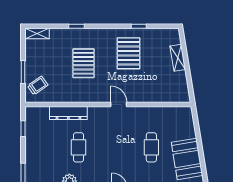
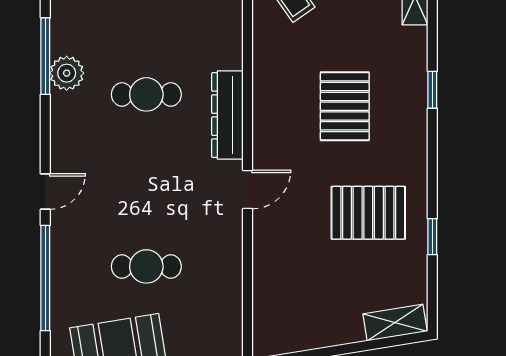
shelving: (178, 58) -> (395, 323), moved
pallet: (83, 63) -> (345, 106), turned 90
dresser: (68, 113) -> (227, 115), moved

